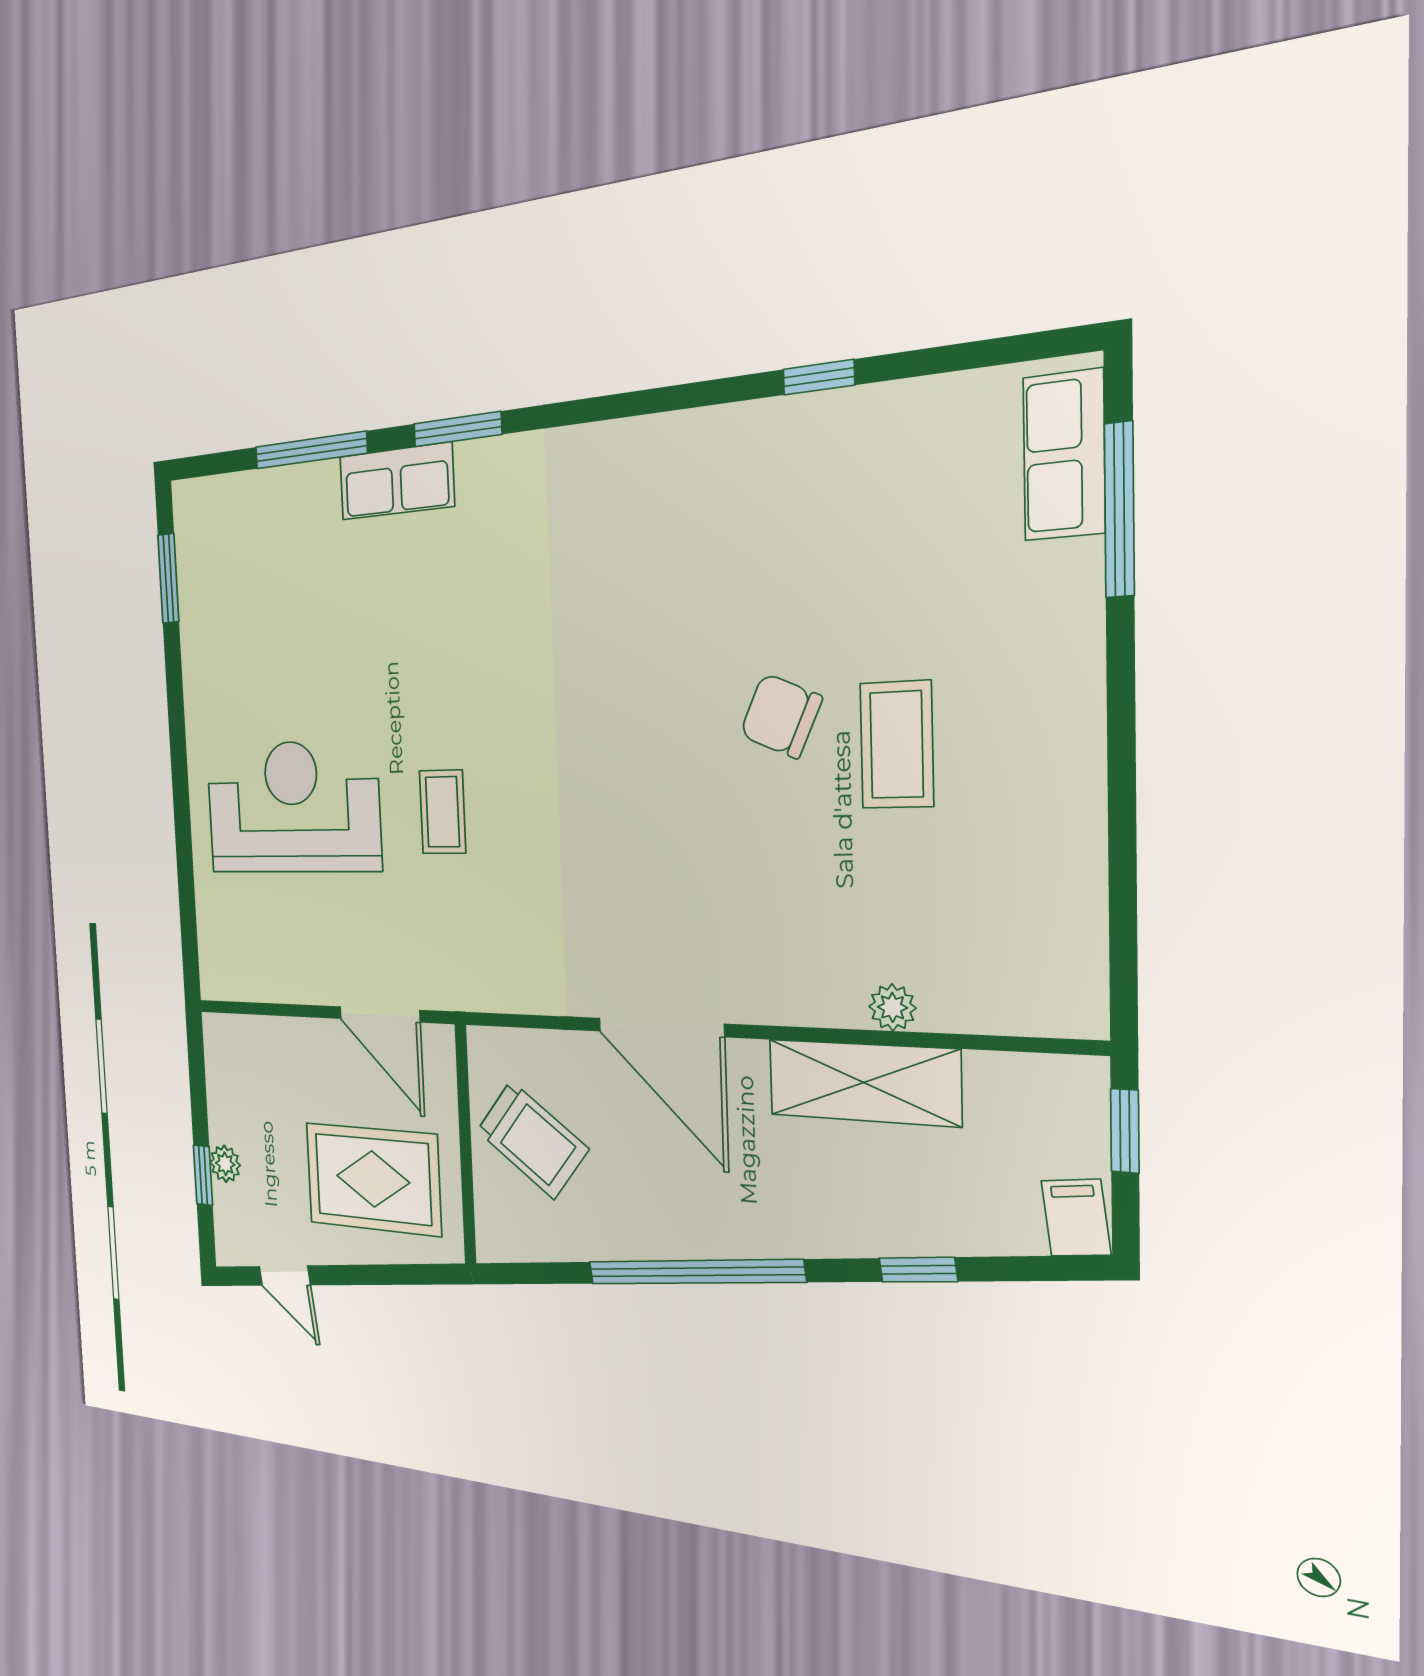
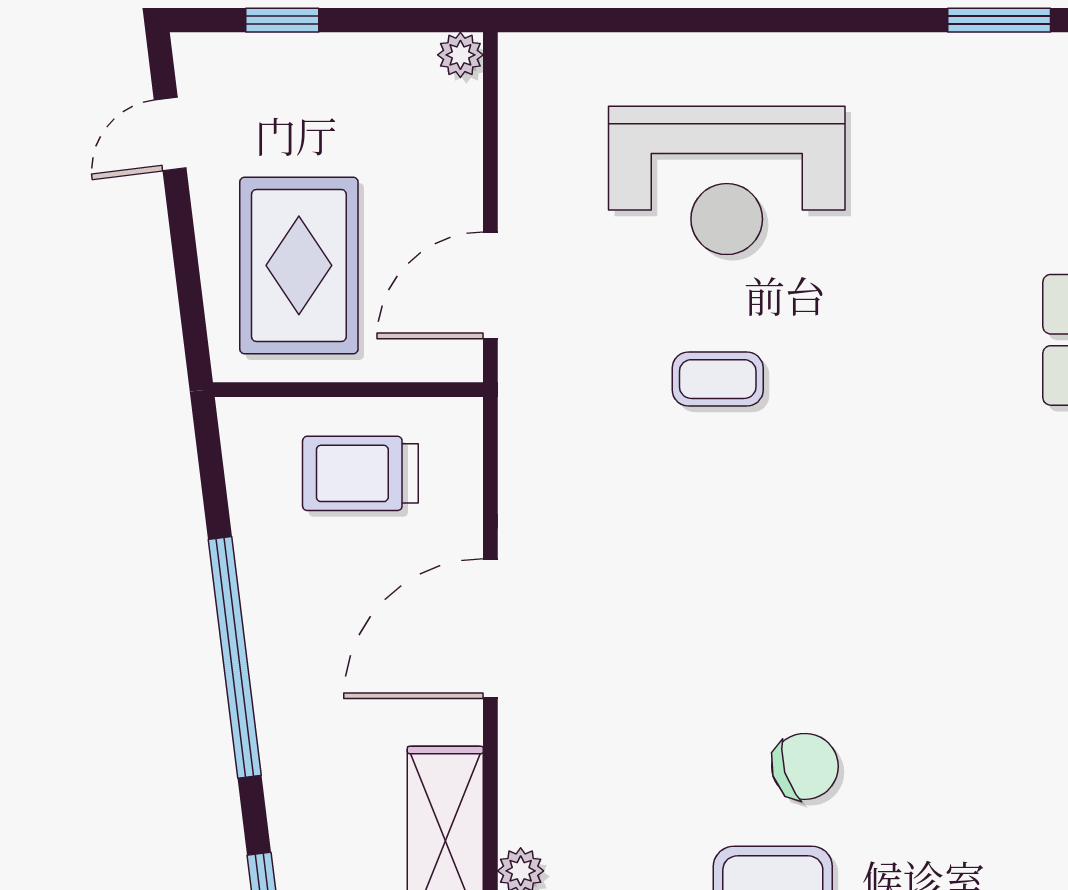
chair: (781, 716) -> (805, 766), turned 49
reception desk: (292, 807) -> (727, 180), turned 90
trolley: (532, 1140) -> (360, 473), turned 53
plant: (225, 1164) -> (460, 55), moved

